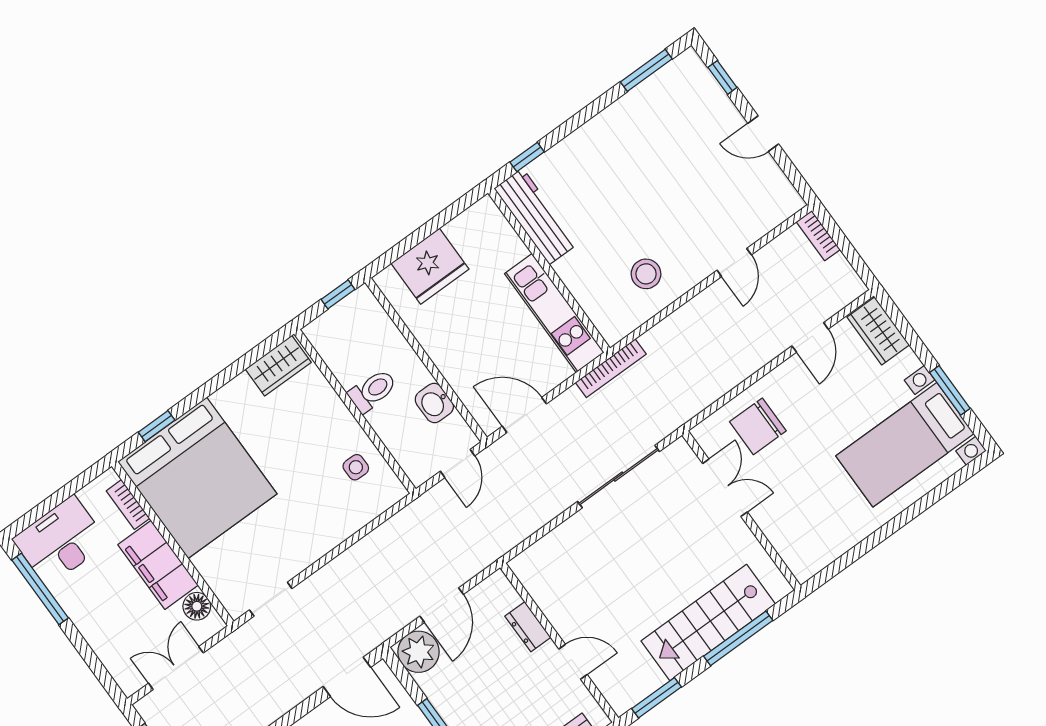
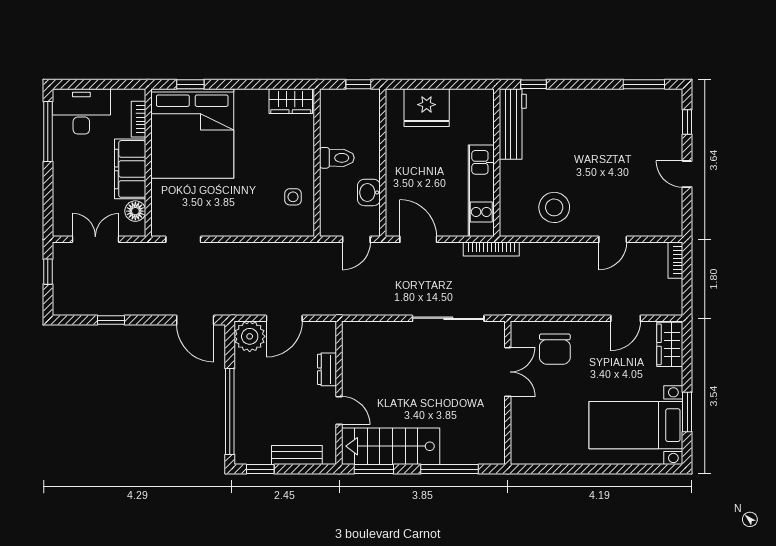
stool: (646, 274) -> (554, 207), width x1.38, depth x1.38
chair: (758, 426) -> (555, 349), turned -90
stairs: (708, 622) -> (391, 446), moved

